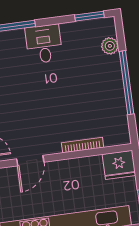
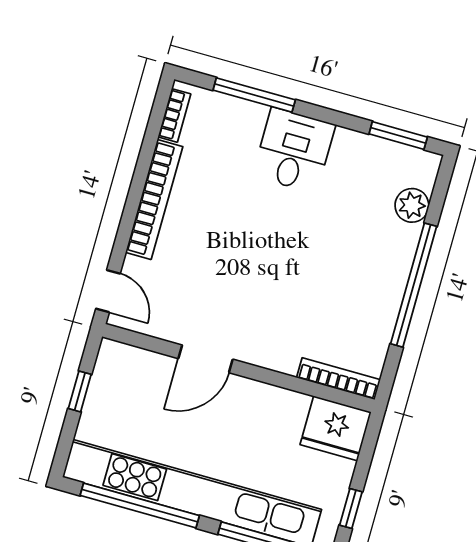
bookcase: (83, 145) -> (338, 379), moved
door: (30, 161) -> (206, 359), moved

